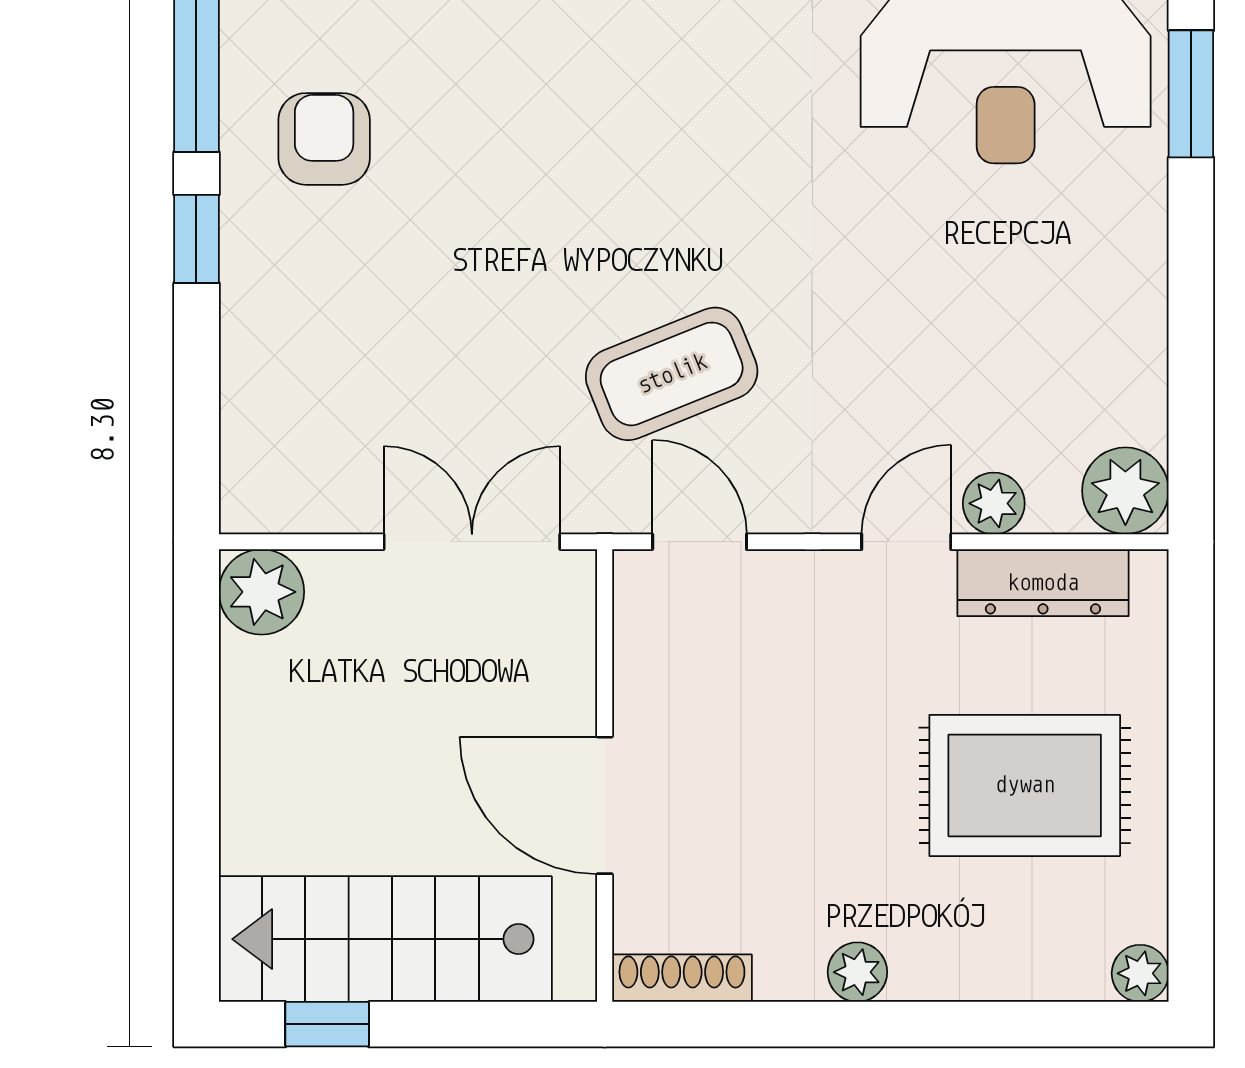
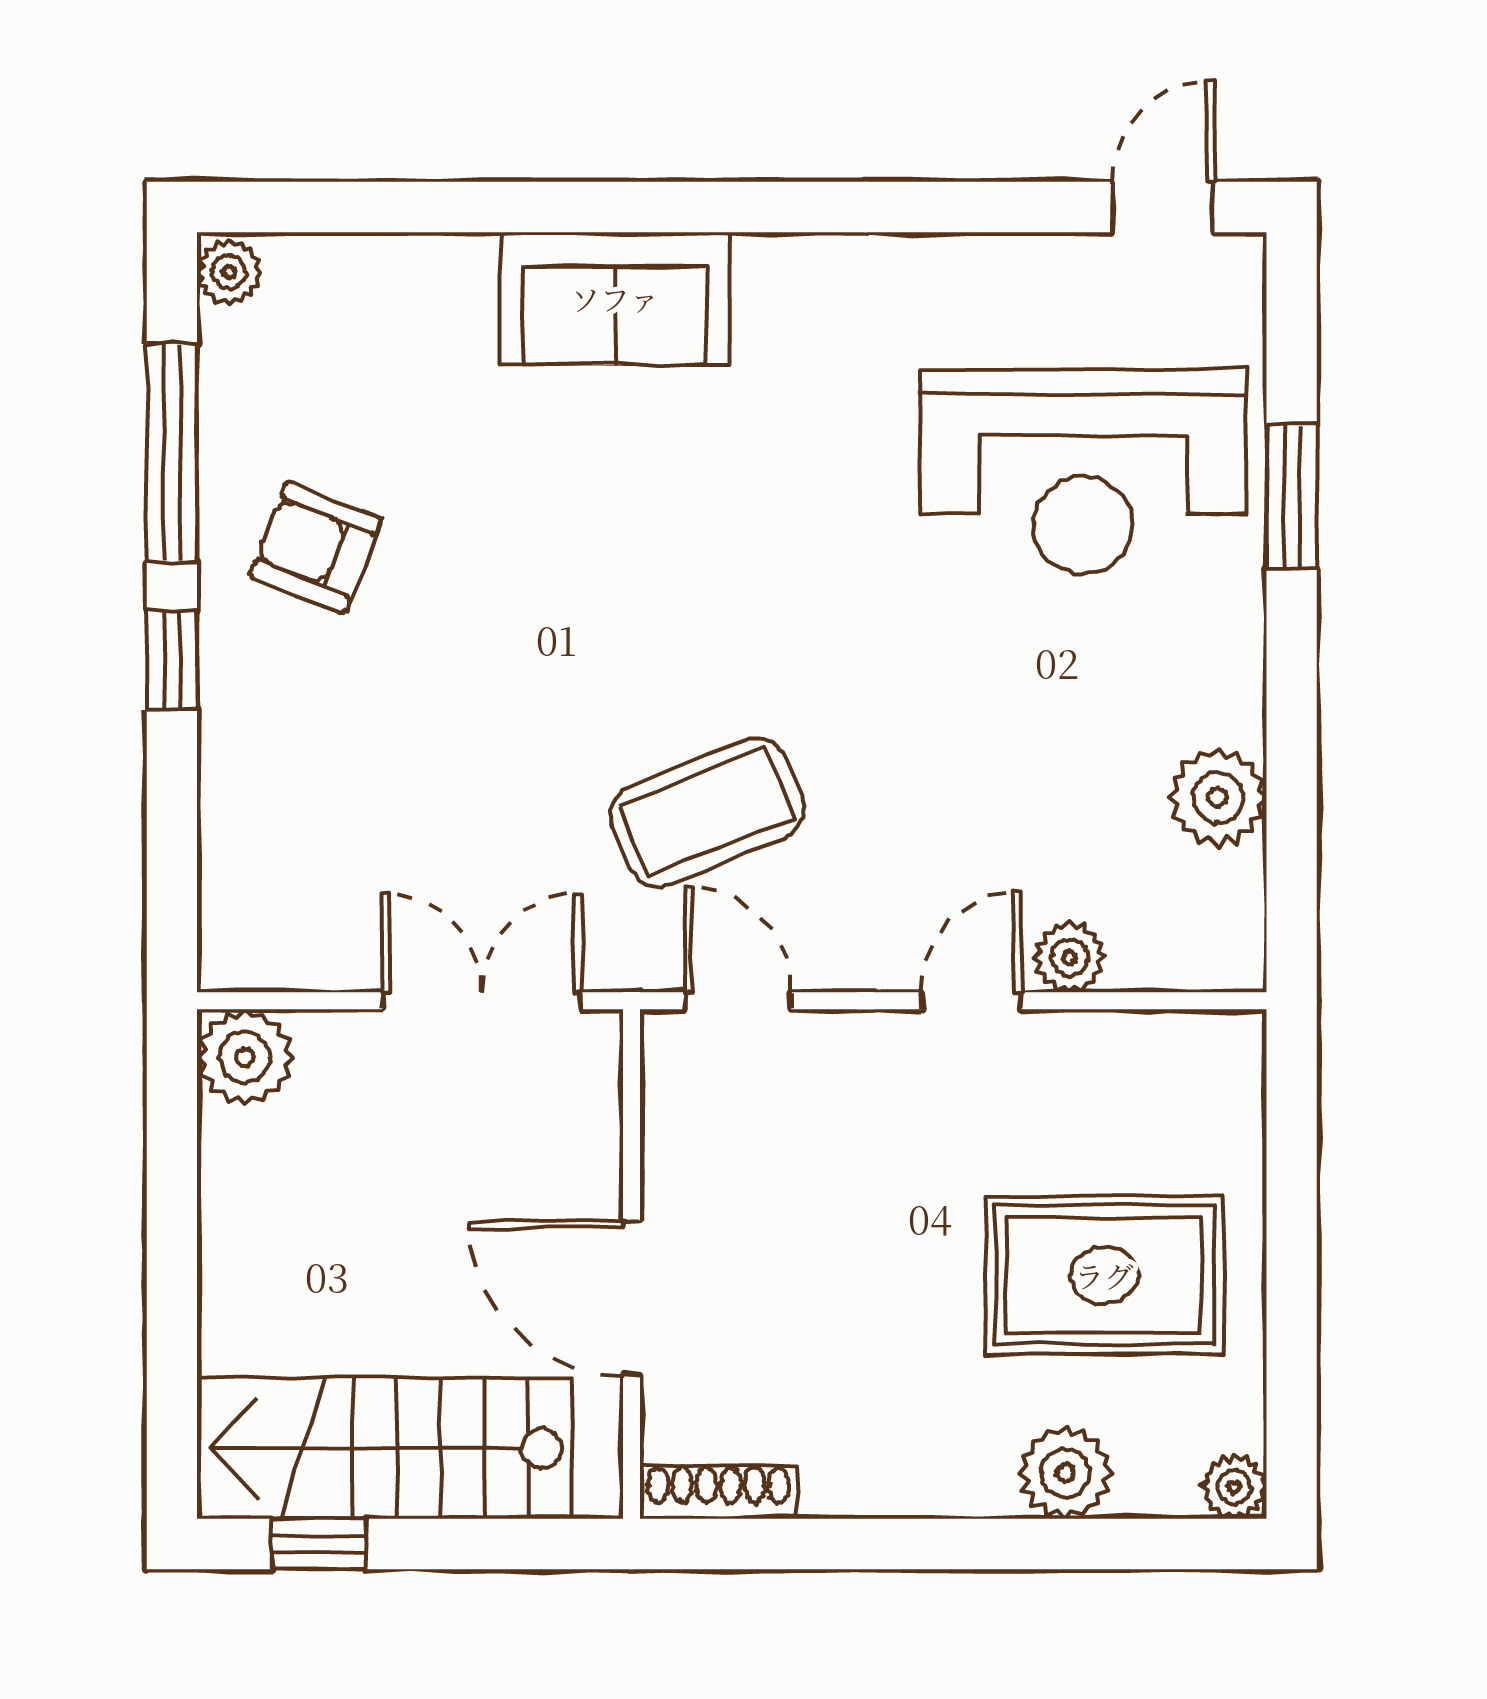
armchair: (324, 139) -> (316, 547), turned -68
plant: (1125, 491) -> (1218, 797), moved
dresser: (1043, 583) -> (1125, 1047), removed
plant: (857, 972) -> (1065, 1473), moved, width x1.38, depth x1.38

